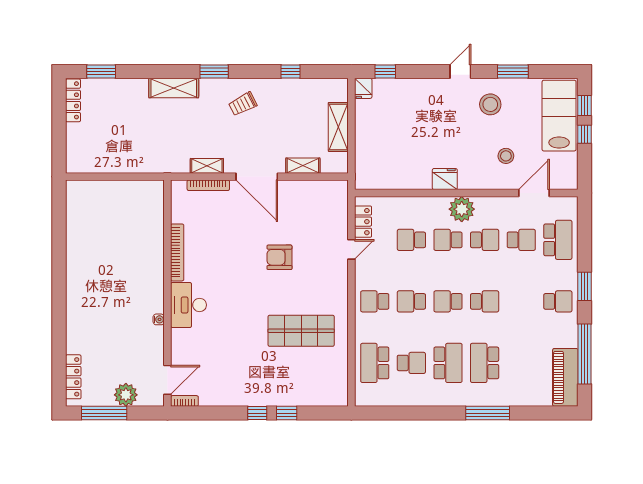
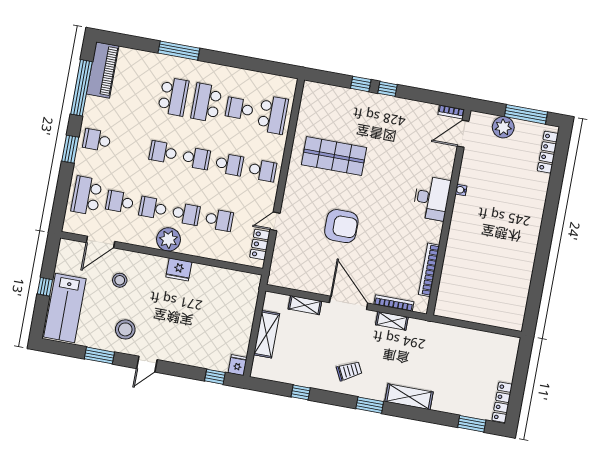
window: (585, 105) -> (40, 313), removed
bookcase: (177, 252) -> (429, 270), moved
armchair: (279, 257) -> (341, 226), width x1.36, depth x1.36

